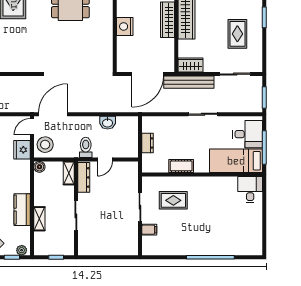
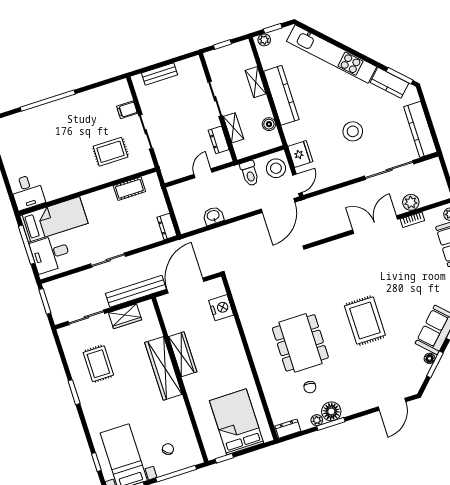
nightstand: (125, 26) -> (221, 308), moved
wardrobe: (191, 65) -> (125, 316), moved
dresser: (147, 143) -> (167, 226), moved
toilet: (86, 147) -> (250, 173), moved
cot: (181, 166) -> (129, 189), moved
boiler: (39, 167) -> (269, 124), moved
shelving: (69, 173) -> (233, 128), moved
dresser: (84, 177) -> (219, 140), width x0.70
kitchen counter: (22, 210) -> (281, 95), width x1.50
bench: (114, 250) -> (159, 74), added

